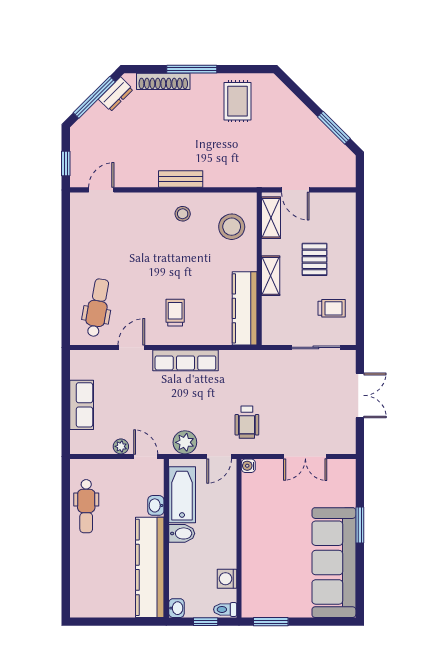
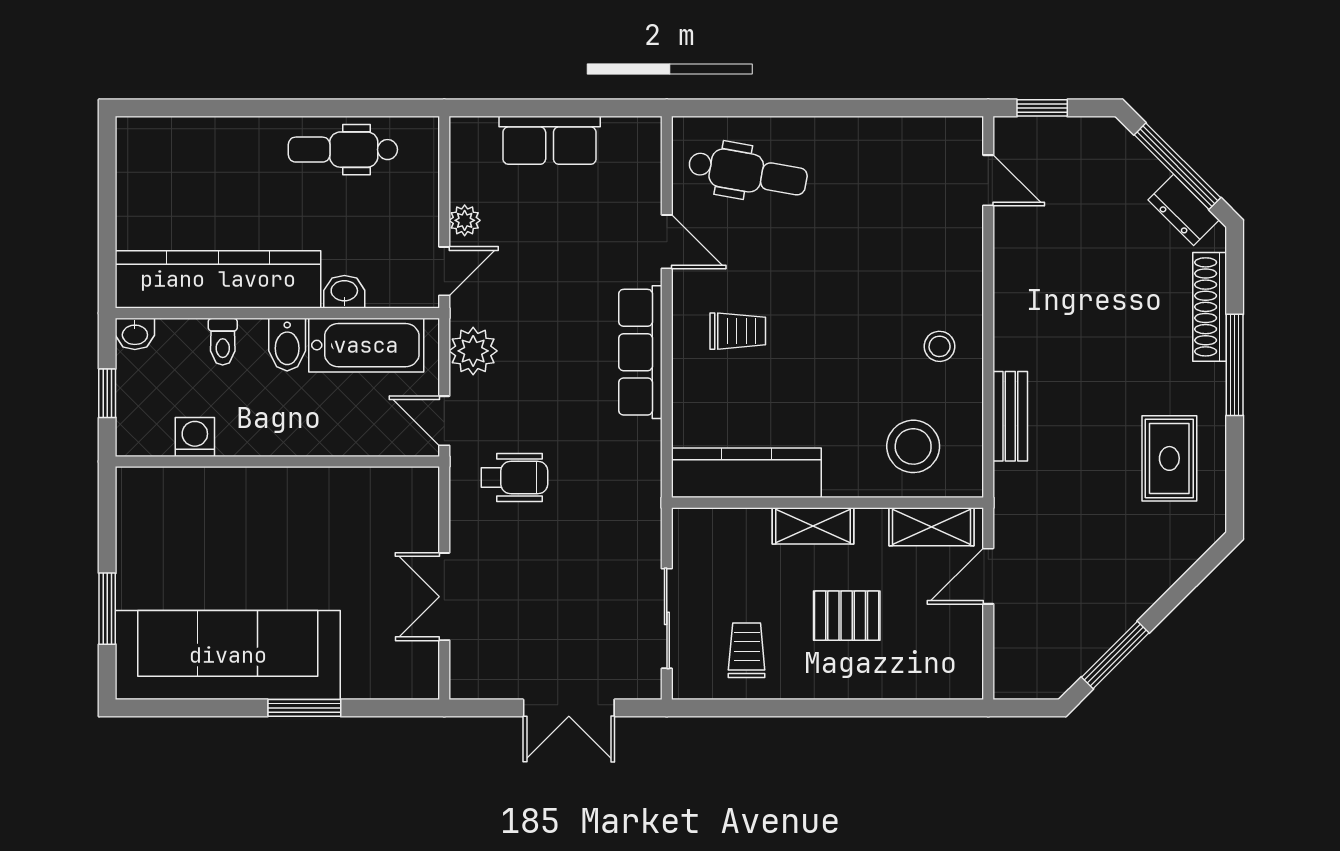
rug: (238, 101) -> (1169, 458), turned 90
bench: (181, 179) -> (1010, 416), moved
trolley: (332, 308) -> (747, 650), turned 180
wheelchair: (247, 422) -> (514, 477), turned 180
water cooler: (248, 466) -> (425, 480), removed
toilet: (225, 609) -> (223, 342), moved, turned 180
window: (271, 622) -> (107, 609), moved

